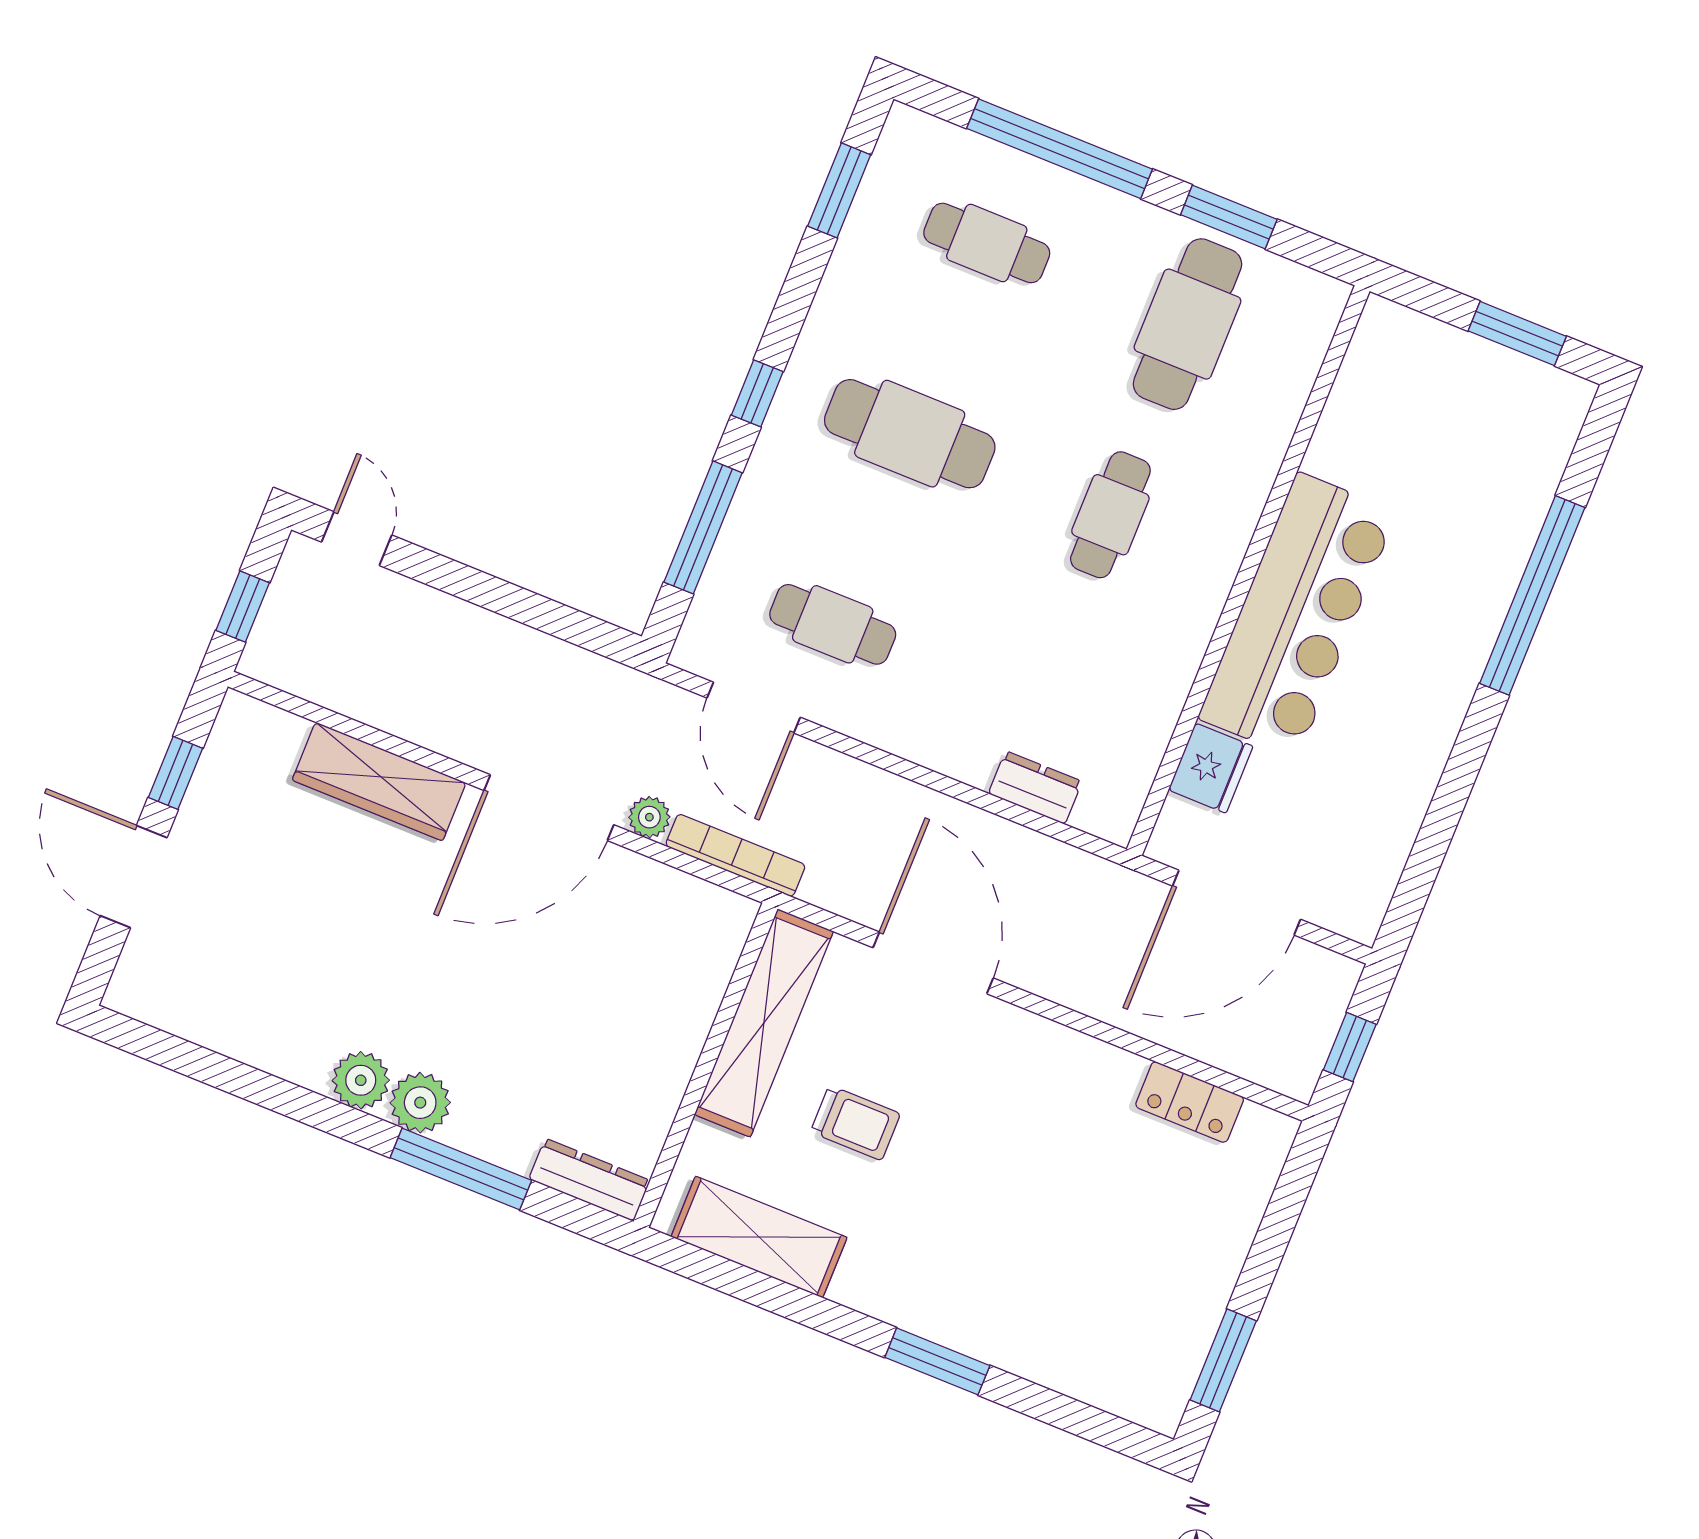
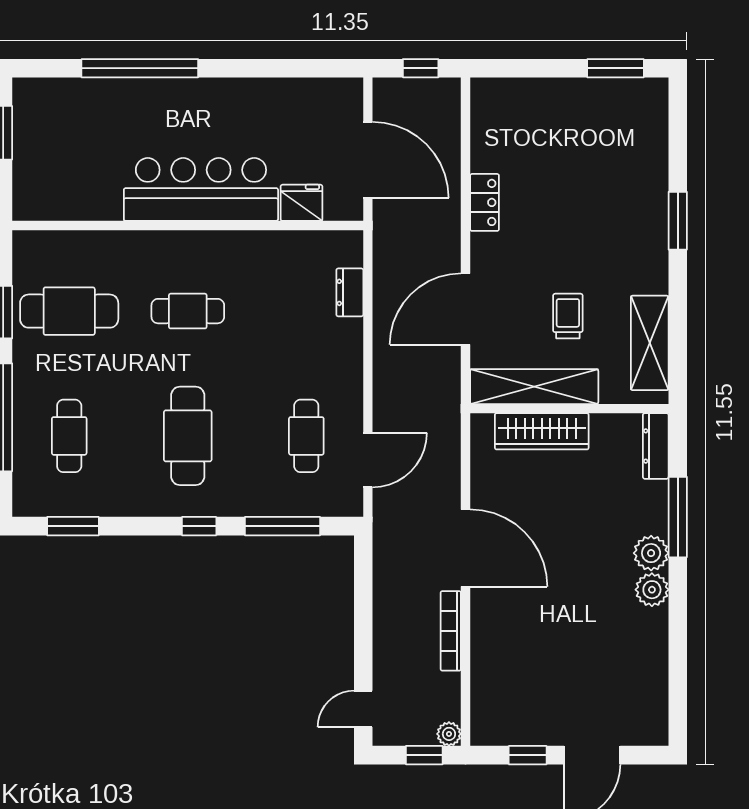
wardrobe: (379, 782) -> (542, 431), moved, turned 90
plant: (649, 817) -> (449, 734), moved
bookcase: (735, 855) -> (451, 631), moved
locker: (1190, 1102) -> (485, 202), moved

